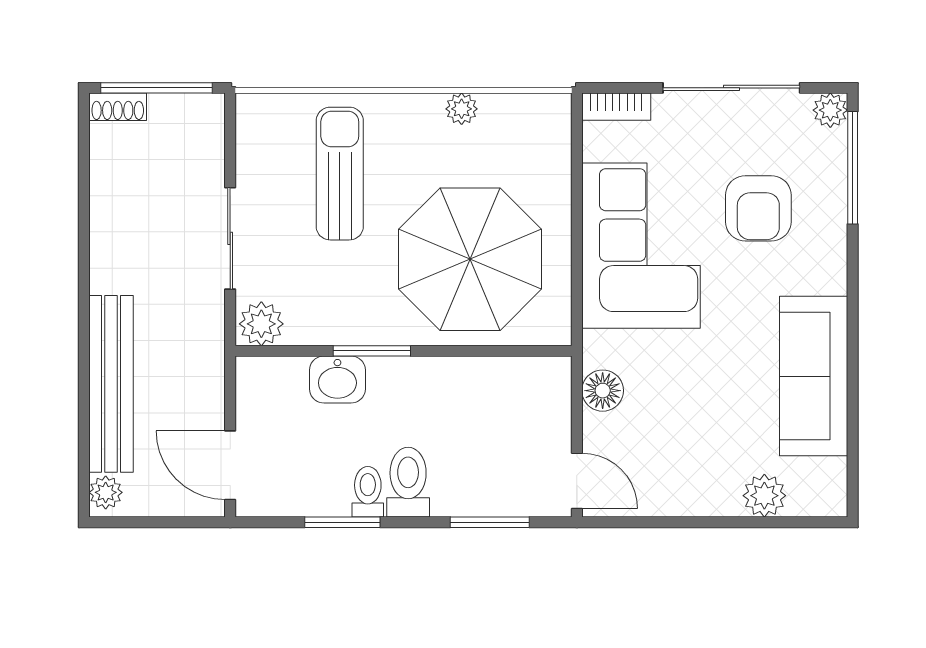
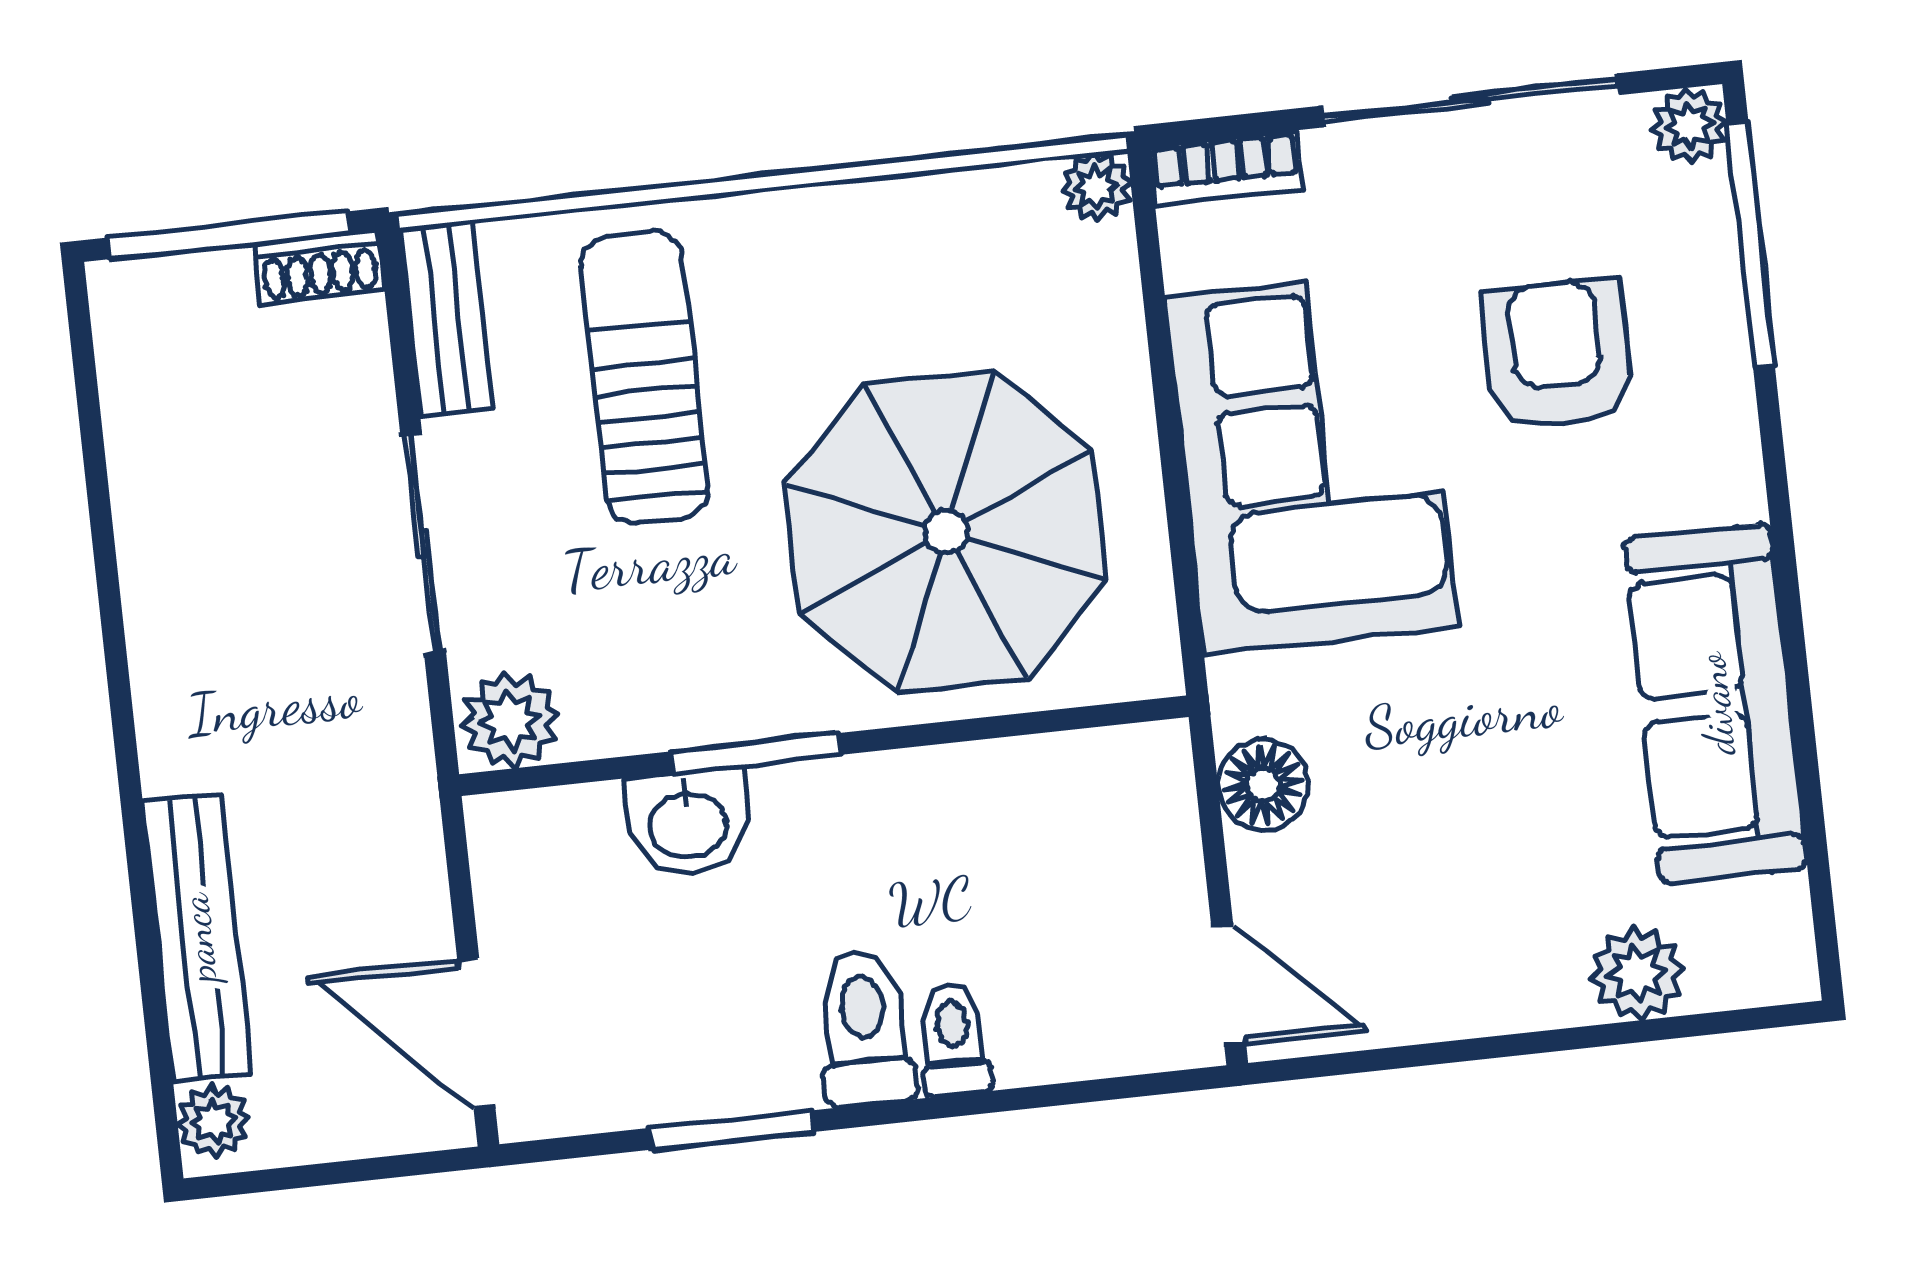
shoe rack: (118, 107) -> (319, 267), moved
plant: (462, 109) -> (1096, 187), moved
bench: (252, 137) -> (446, 318), added
armchair: (758, 208) -> (1557, 355), turned 180
bench: (111, 384) -> (197, 938), width x0.73, depth x0.82
toilet: (368, 492) -> (954, 1039), moved
window: (490, 522) -> (1050, 1095), removed

